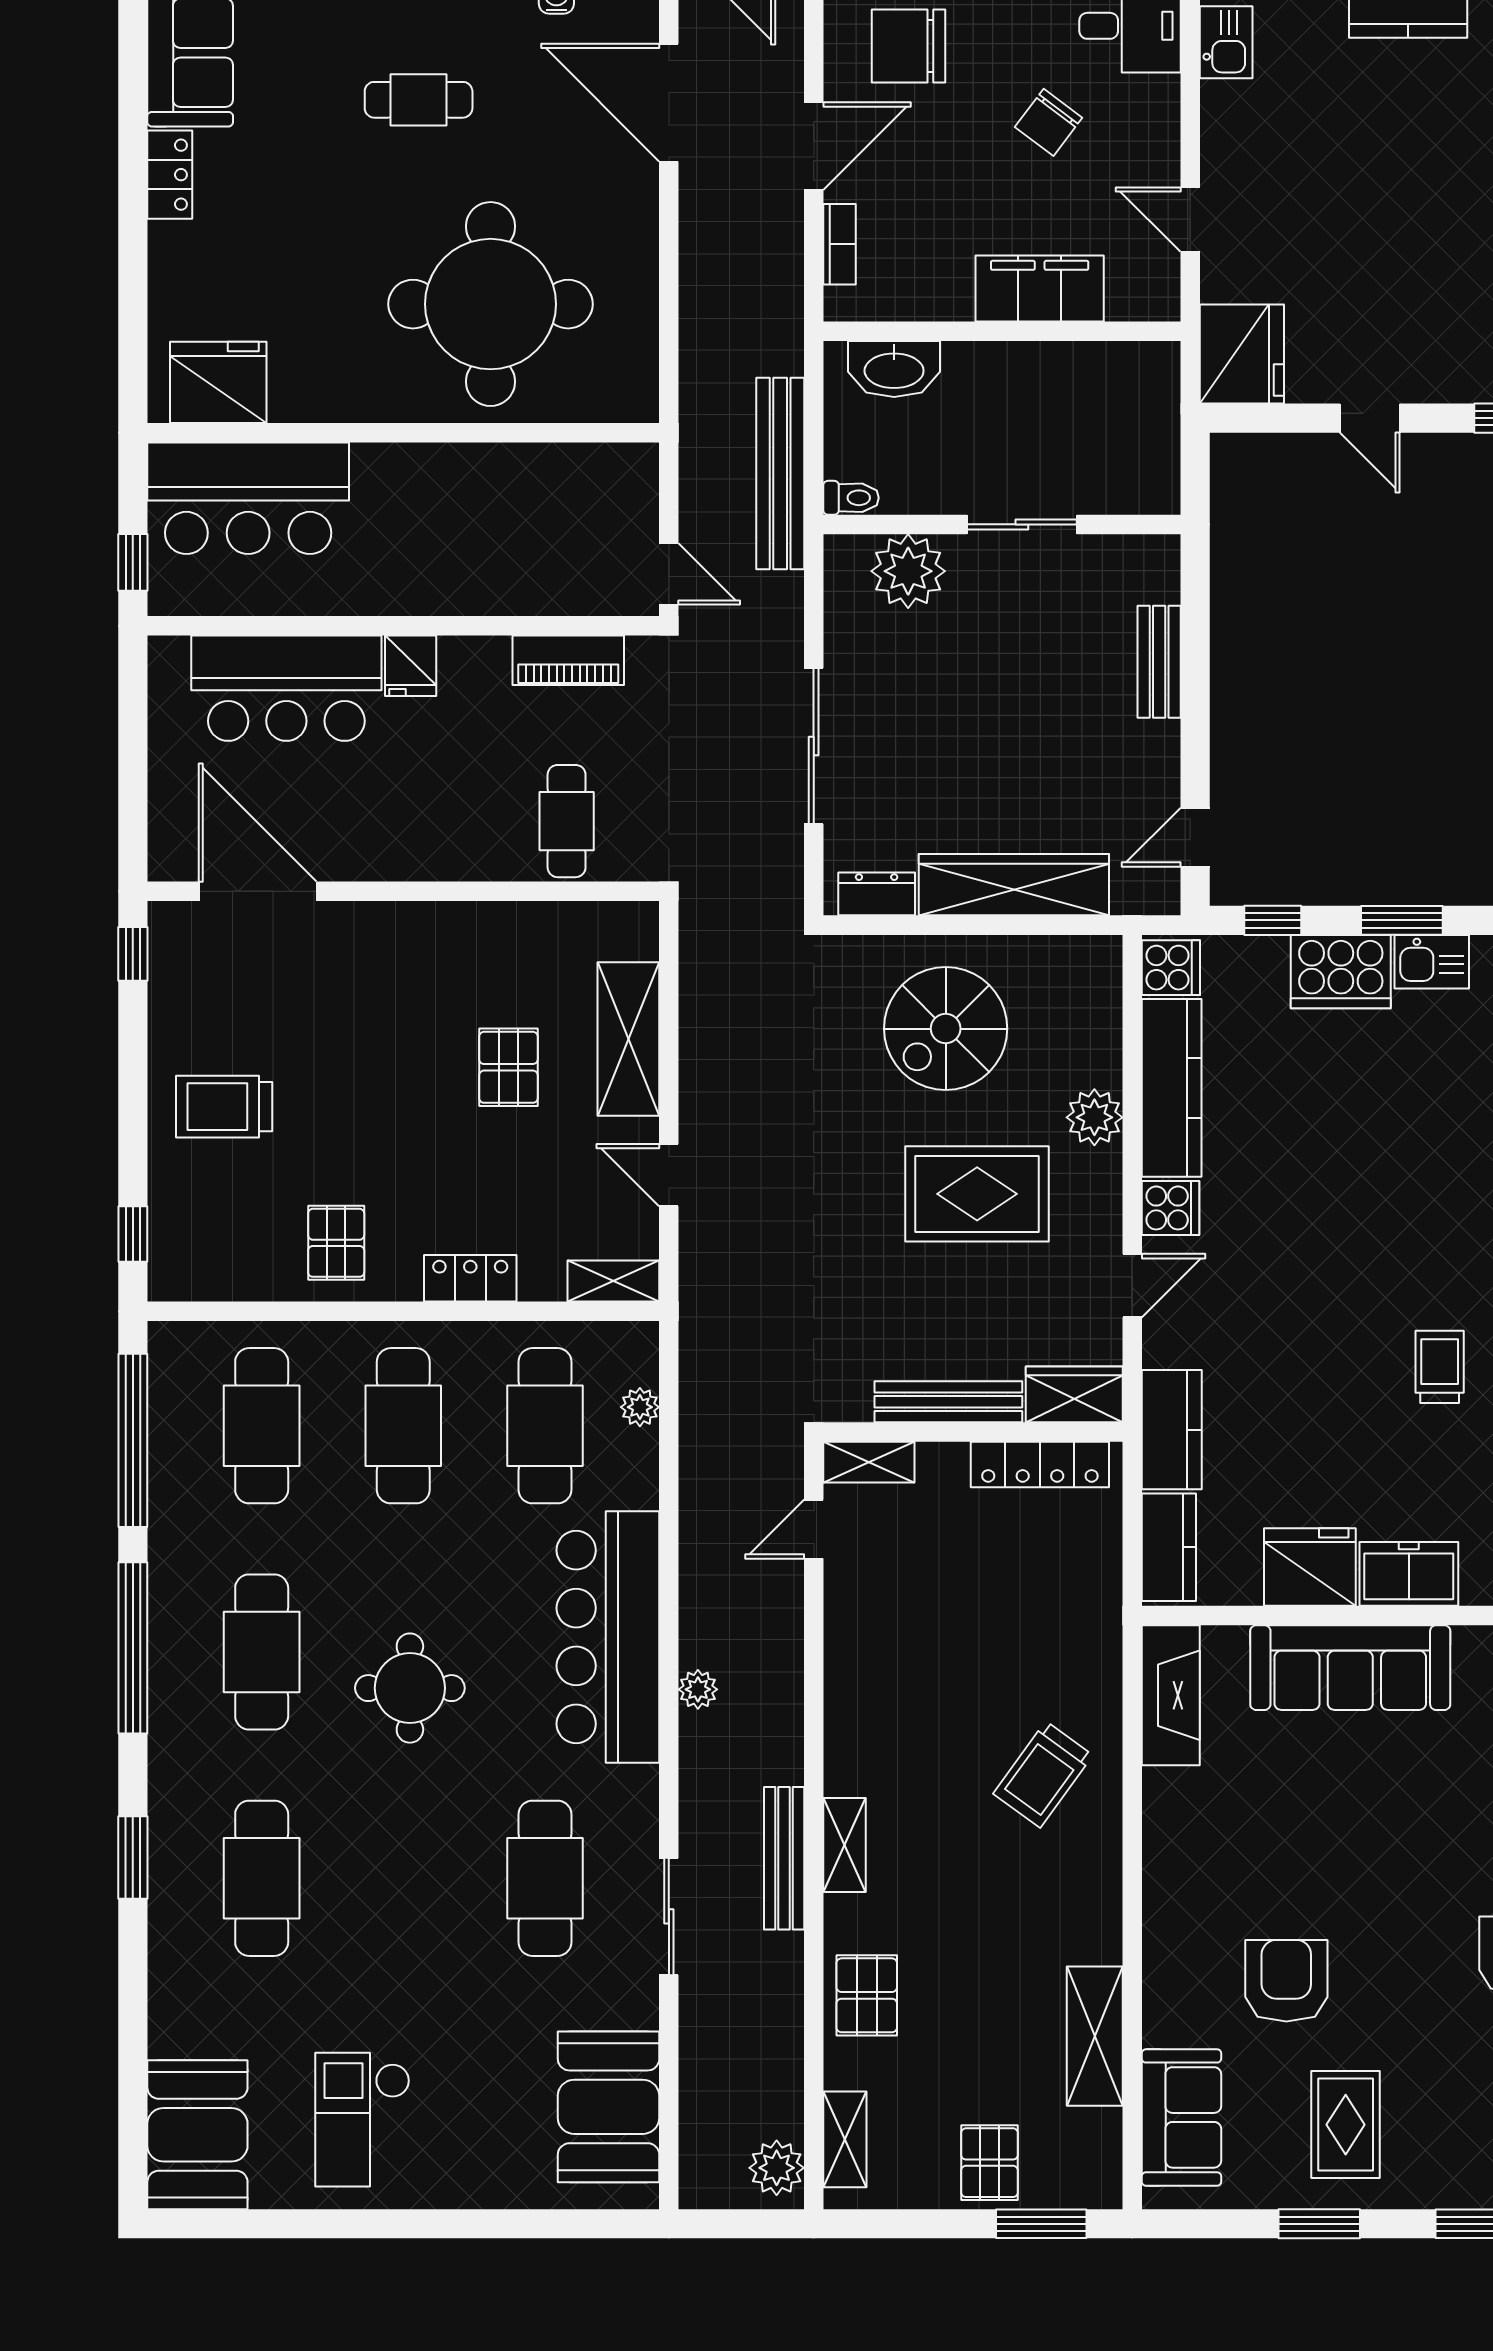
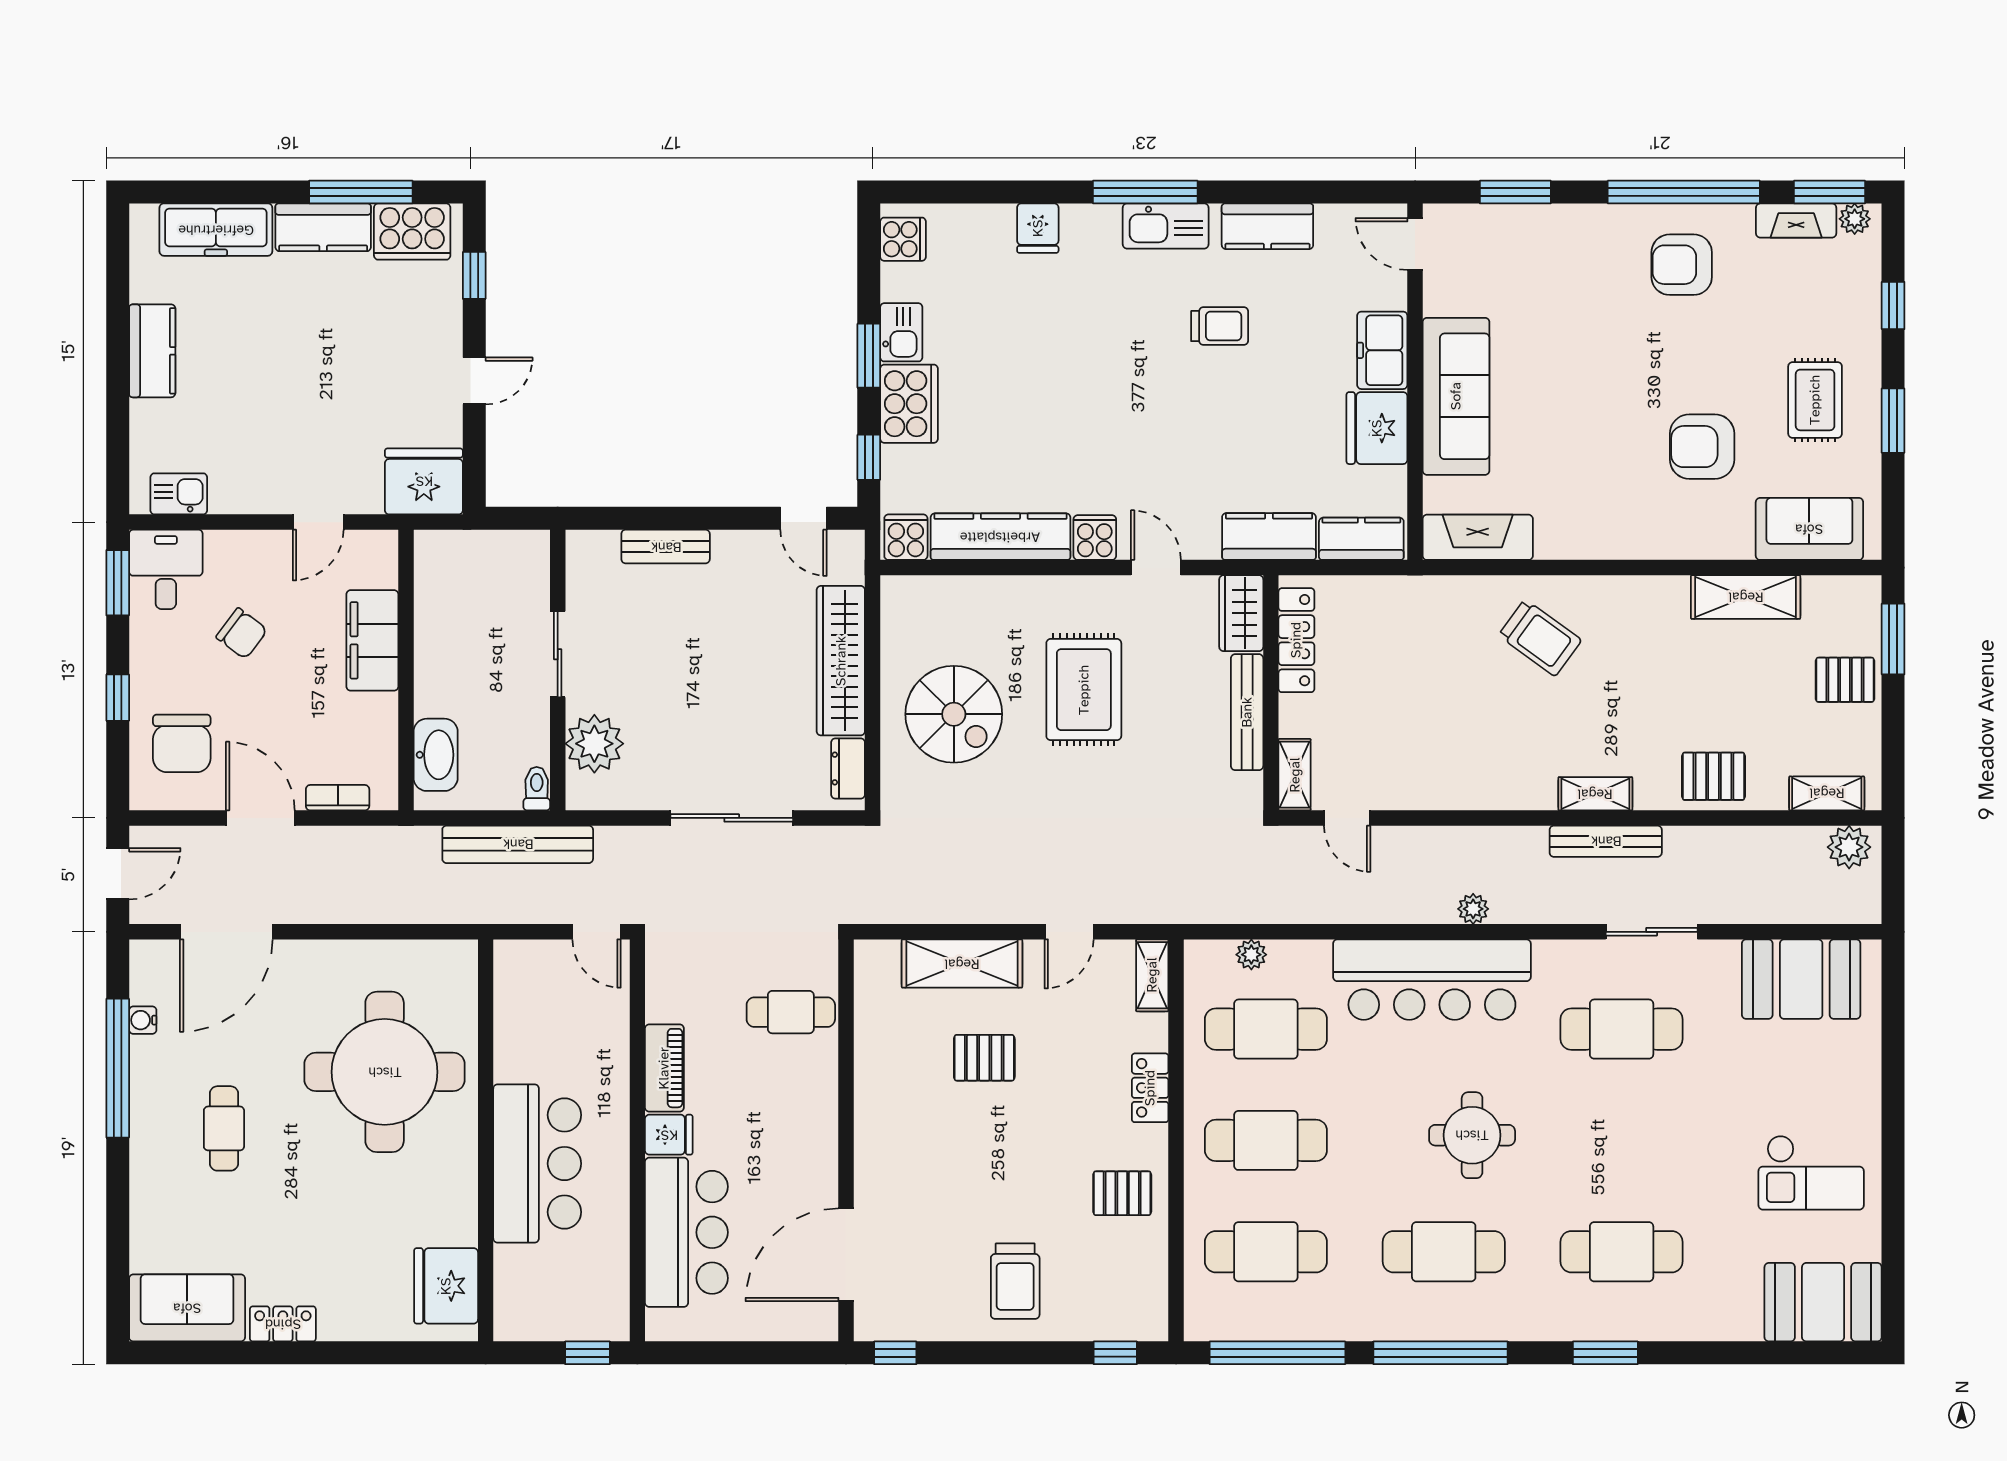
bar counter: (248, 498) -> (537, 1164), moved
door: (669, 574) -> (597, 932), swing flipped
piano: (568, 660) -> (664, 1068), moved
plant: (1094, 1117) -> (1024, 597), removed
trolley: (1440, 1367) -> (1220, 326), turned 180
rug: (1346, 2125) -> (1815, 400), turned 90

